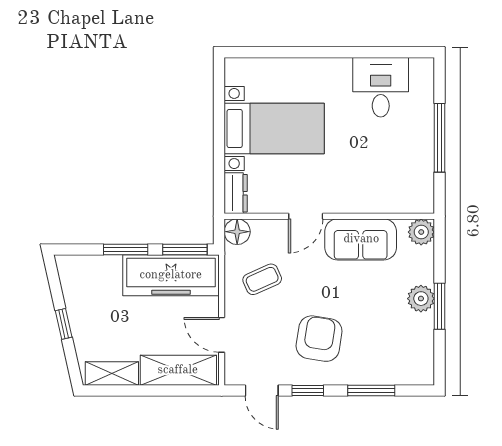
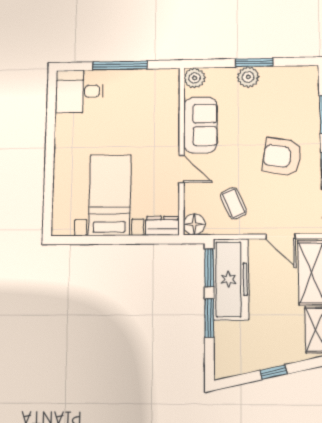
desk: (381, 87) -> (79, 91), moved
door: (222, 335) -> (281, 236), hinge flipped

